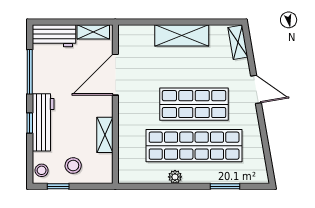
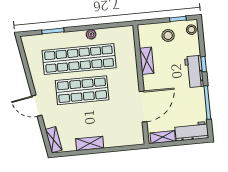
shelving: (182, 35) -> (90, 143), width x0.67, depth x0.75
workbench: (43, 122) -> (194, 71), width x0.73

